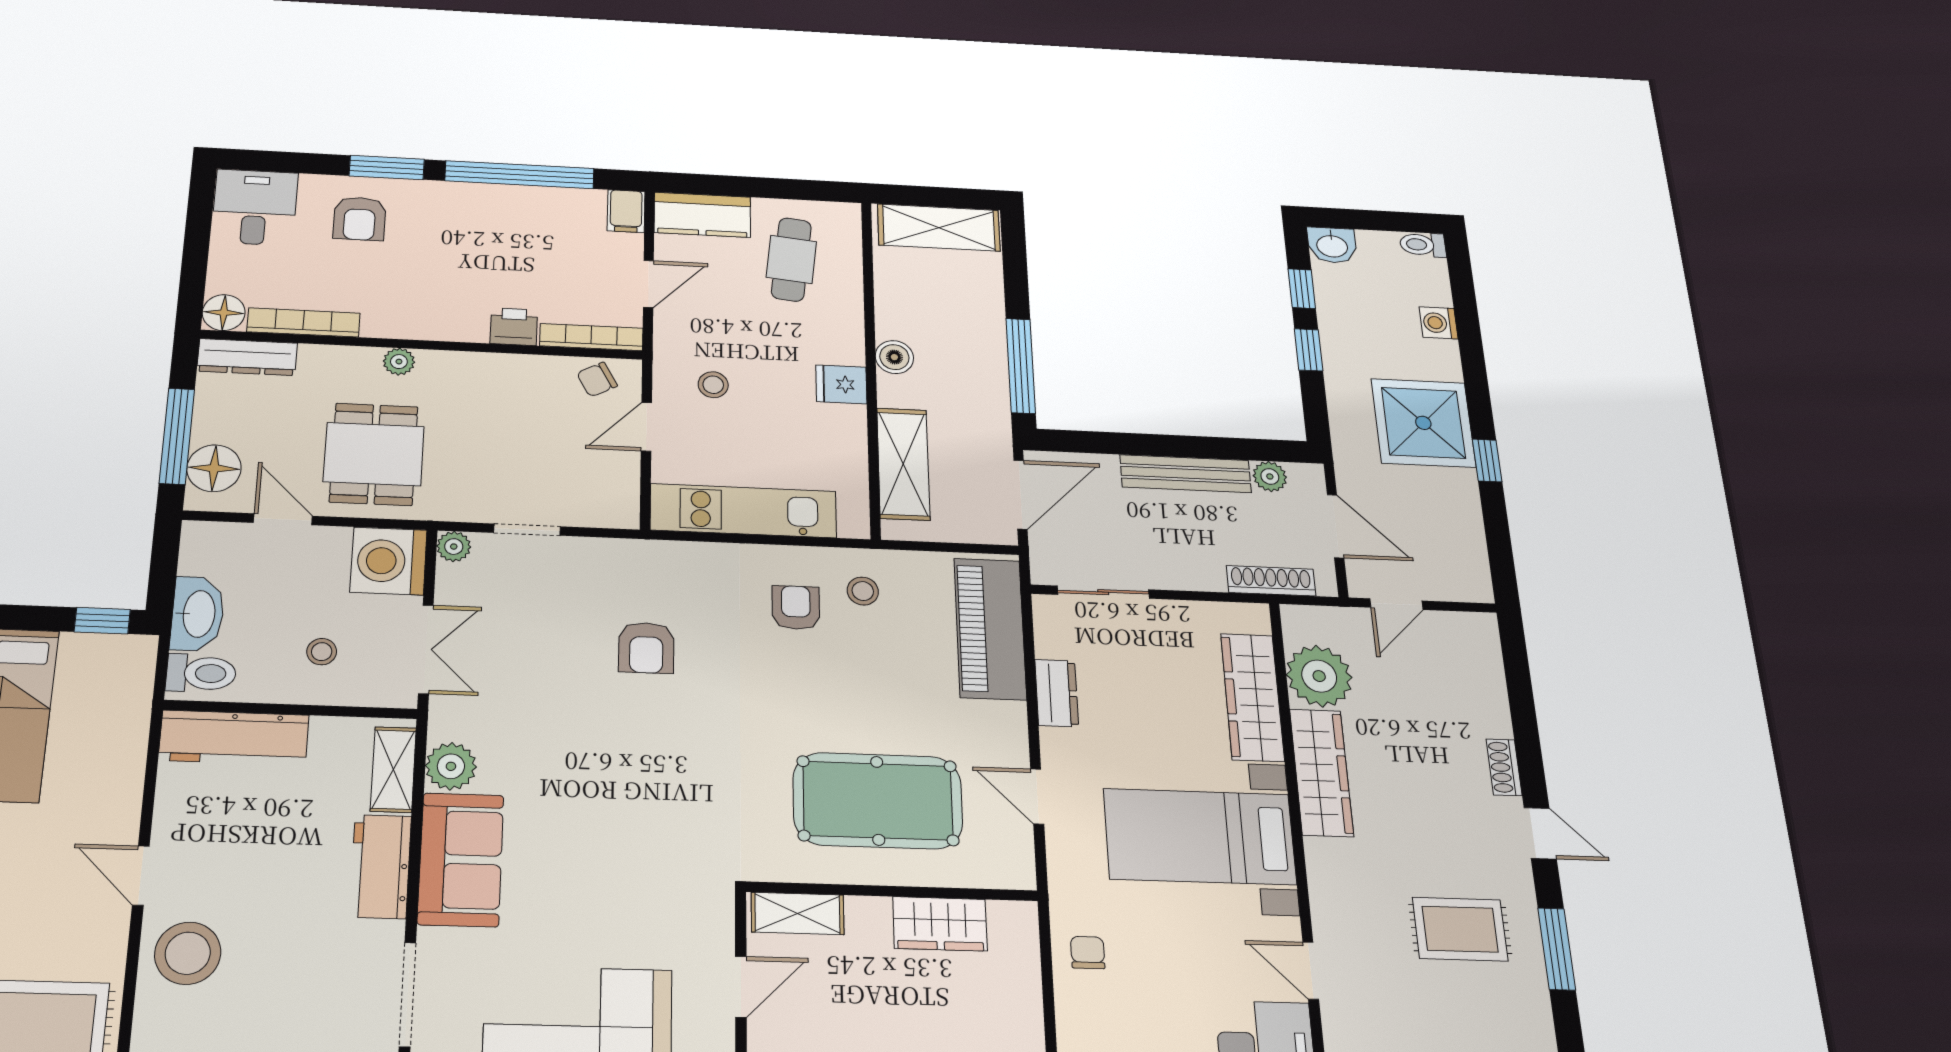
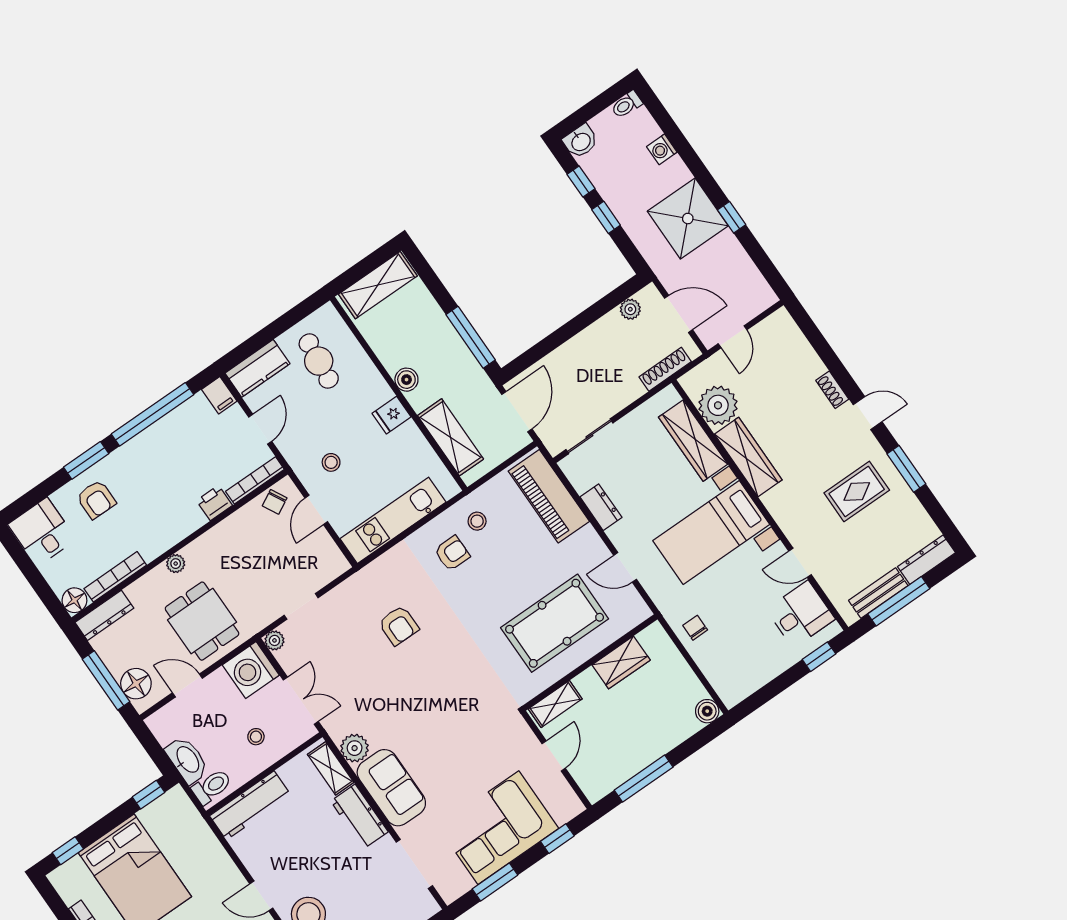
bench: (1186, 474) -> (589, 339), removed
armchair: (796, 608) -> (452, 553), turned 90

